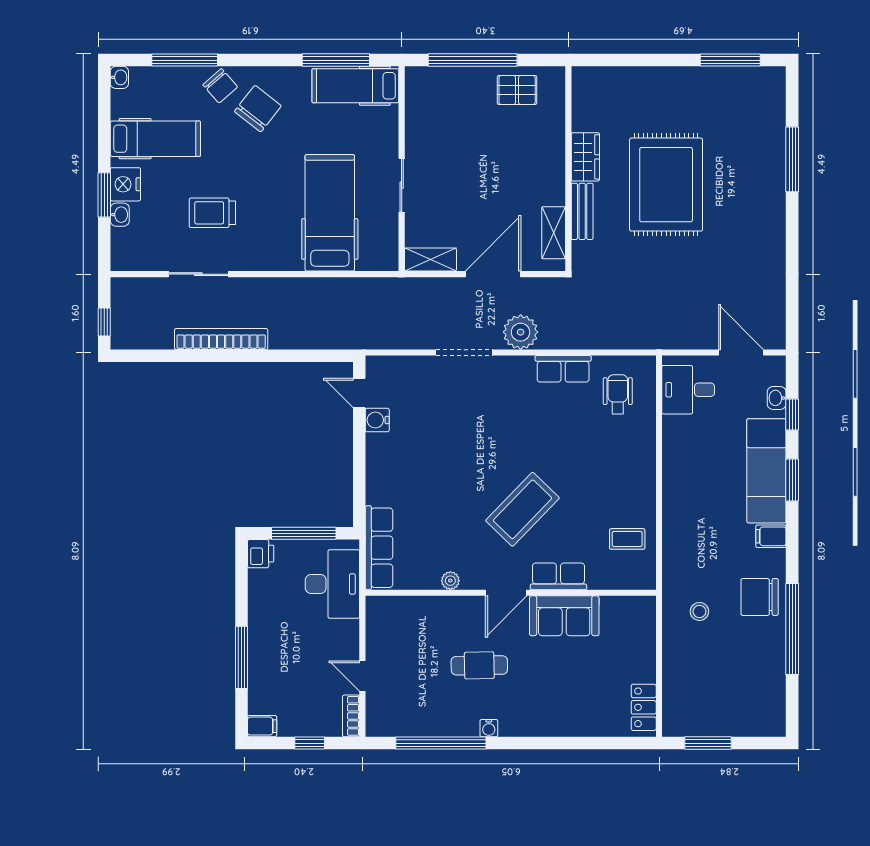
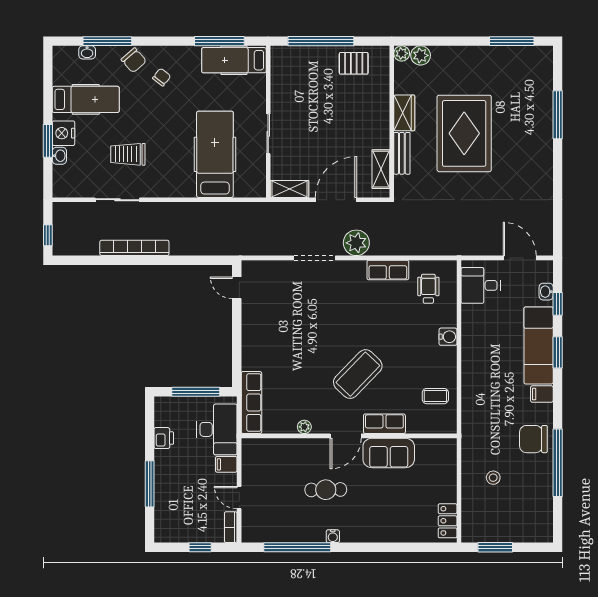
washbasin: (119, 77) -> (87, 52), moved, turned 90
plant: (582, 77) -> (402, 53), added
plant: (607, 79) -> (421, 55), added
chair: (258, 109) -> (162, 77), width x0.54, depth x0.54
water cooler: (377, 420) -> (448, 337), moved, turned 180
printer: (261, 554) -> (164, 438), moved
stool: (699, 611) -> (493, 478), moved
filing cabinet: (262, 726) -> (226, 464), moved, turned 180

